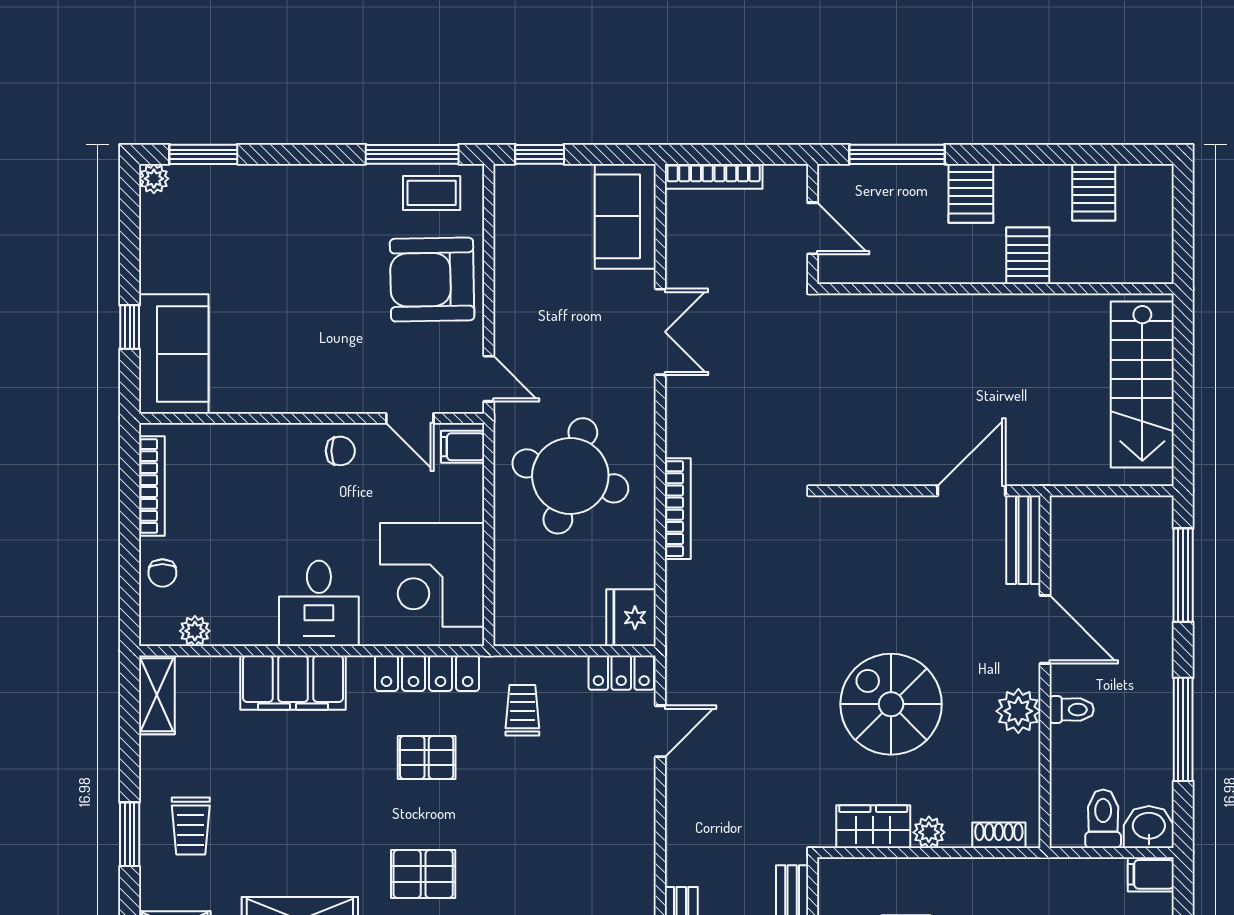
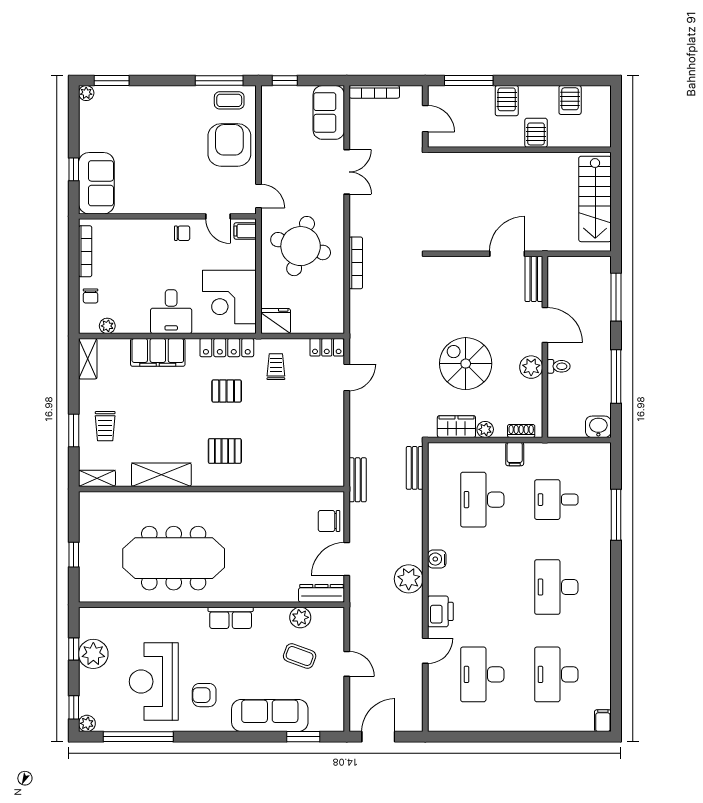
armchair: (432, 280) -> (229, 145), turned 91
fridge: (631, 618) -> (276, 321), moved, turned 90
toilet: (1103, 819) -> (575, 422), removed
filing cabinet: (1151, 874) -> (515, 454), moved, turned -90

